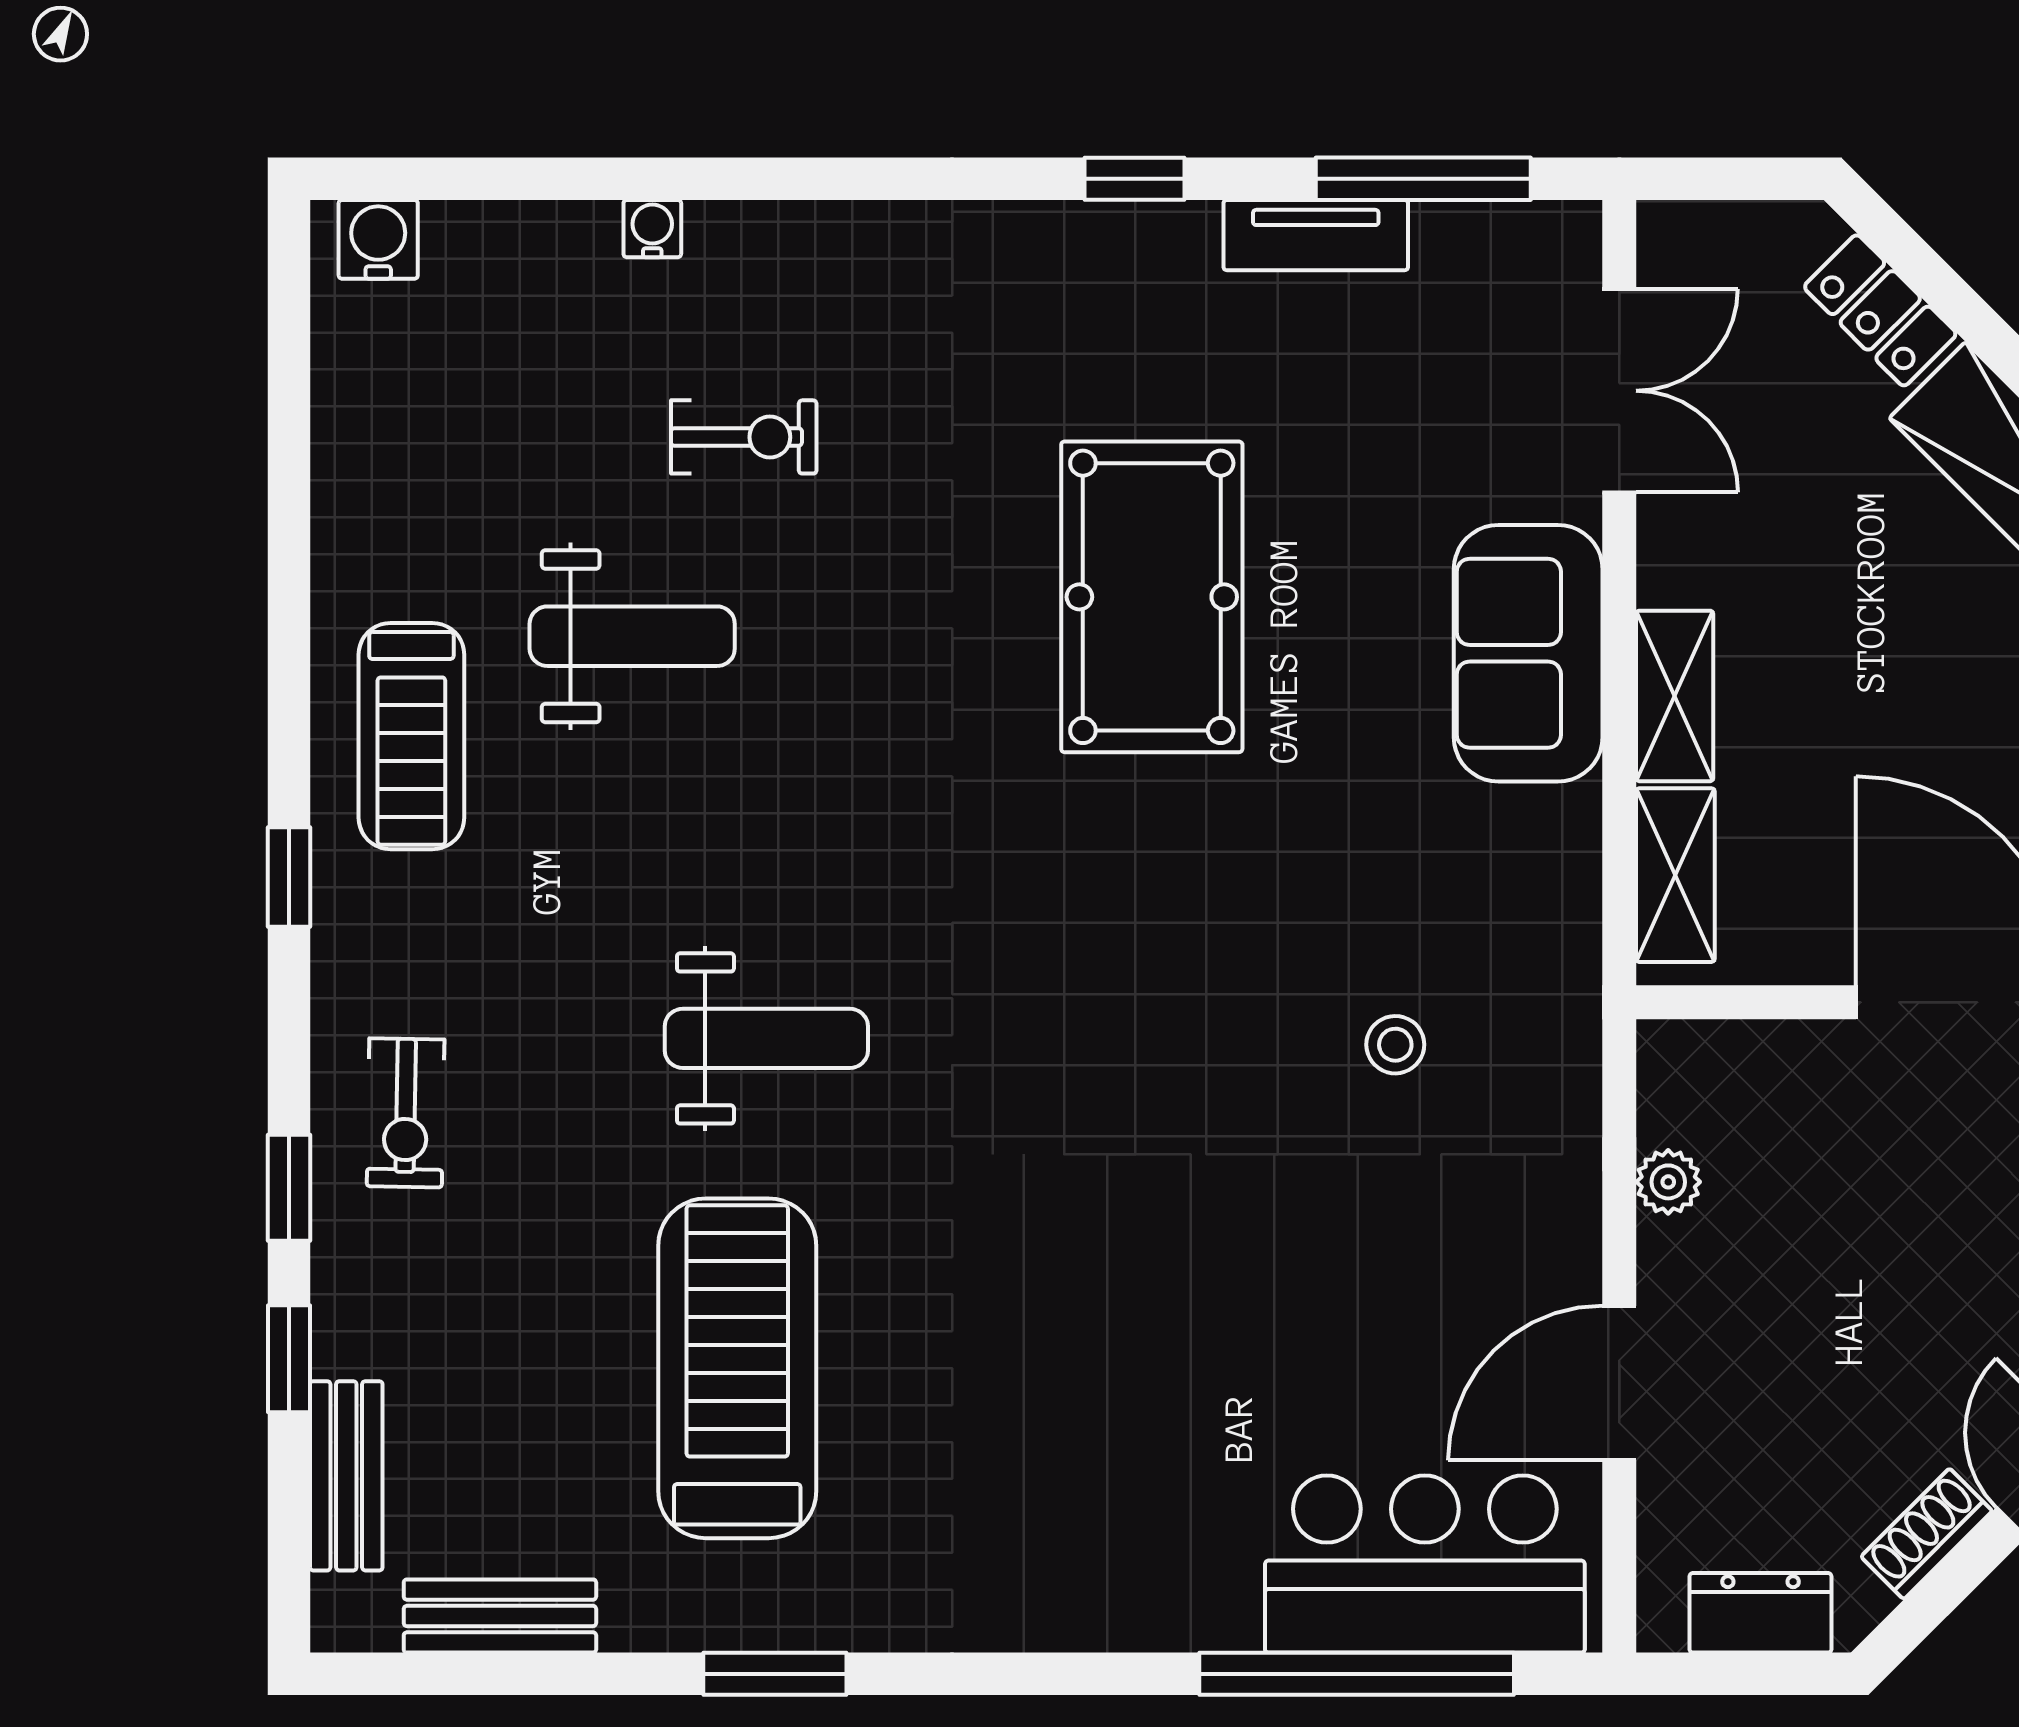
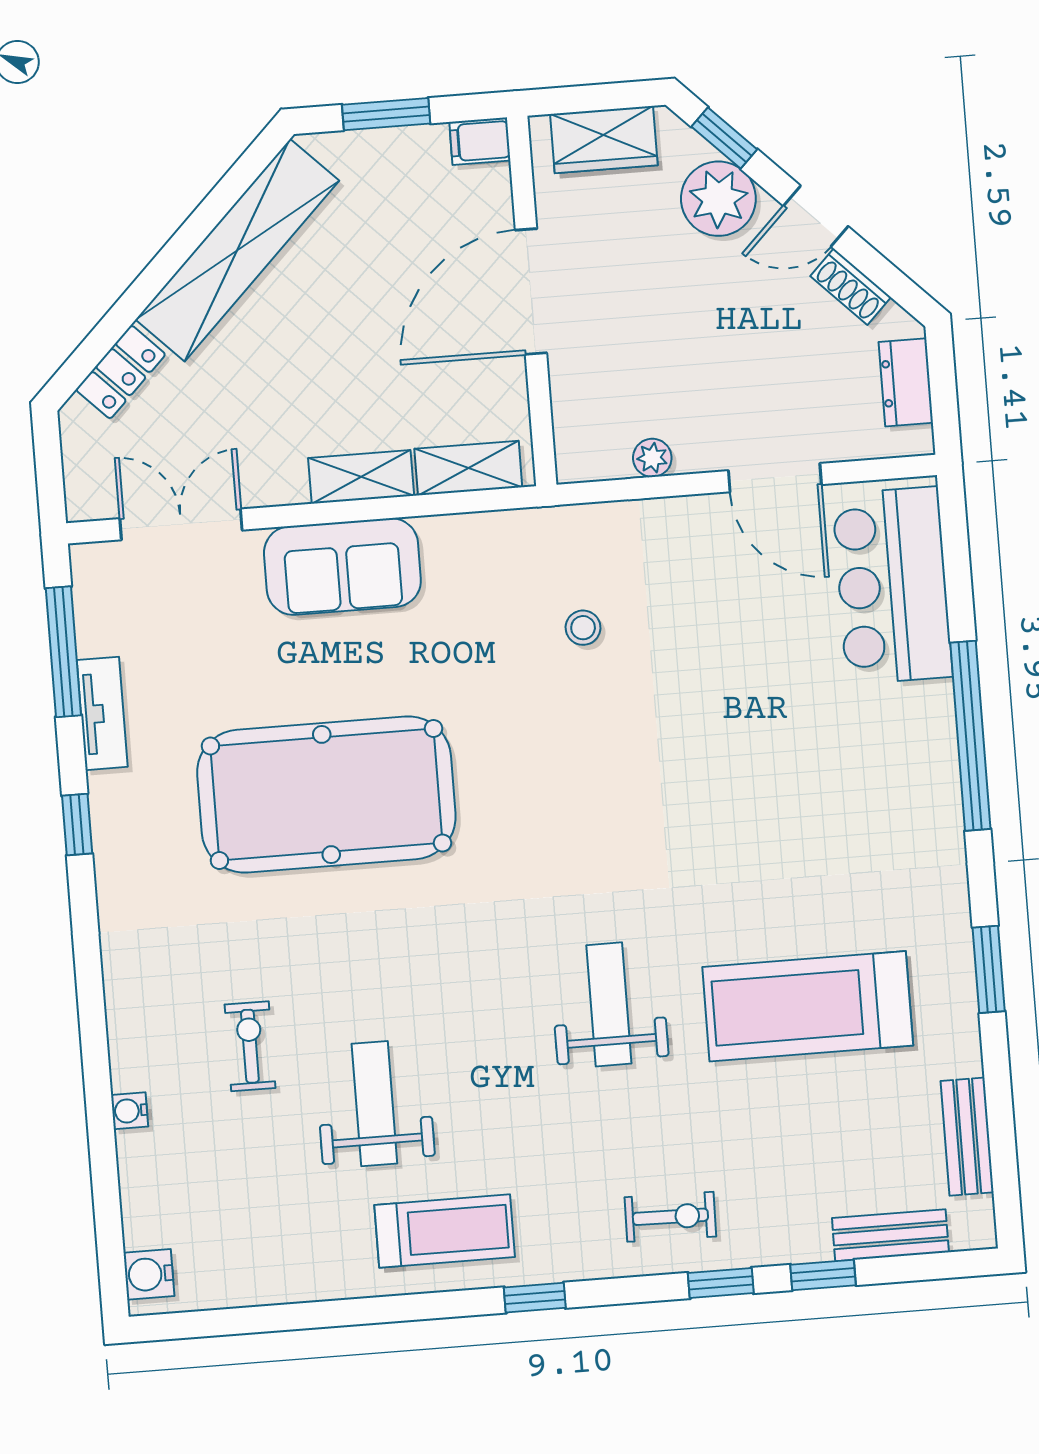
pool table: (1152, 597) -> (326, 794), width x1.36, depth x1.32
window: (1357, 1674) -> (970, 736), moved

